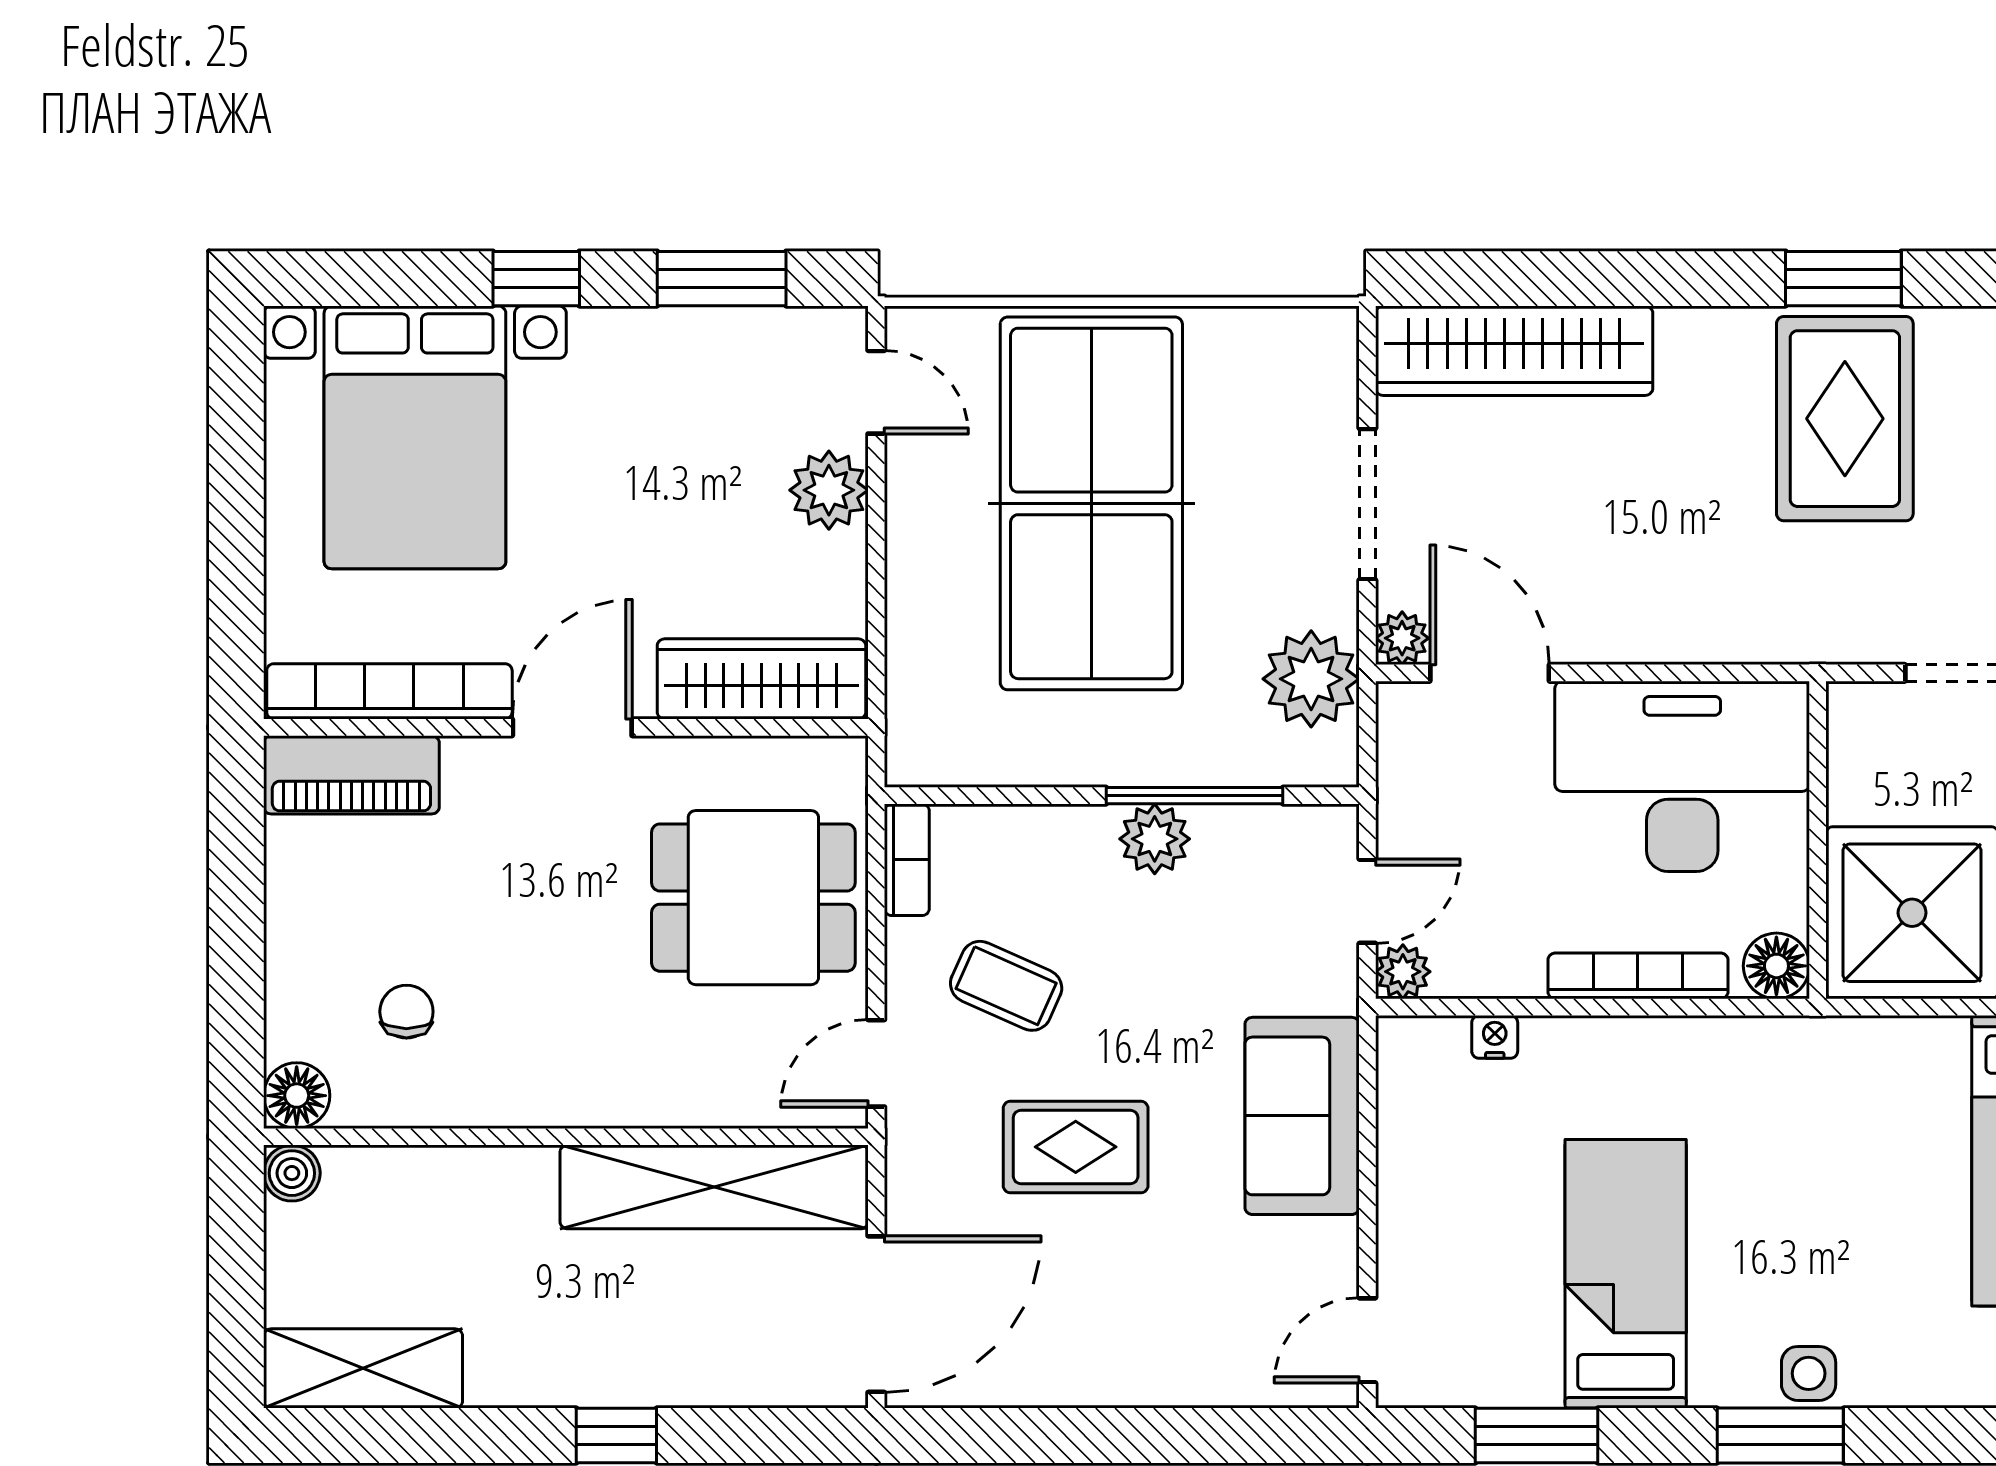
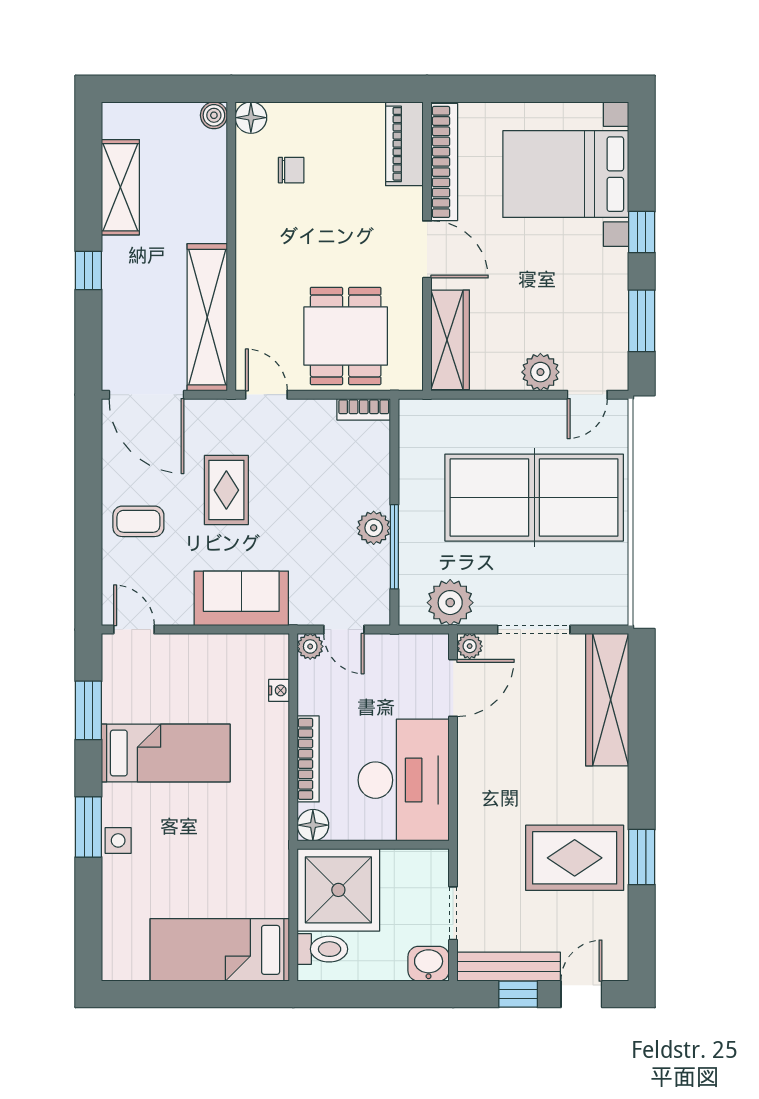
coffee table: (1006, 986) -> (138, 521), moved, turned 66
shelving: (363, 1368) -> (120, 187), moved

